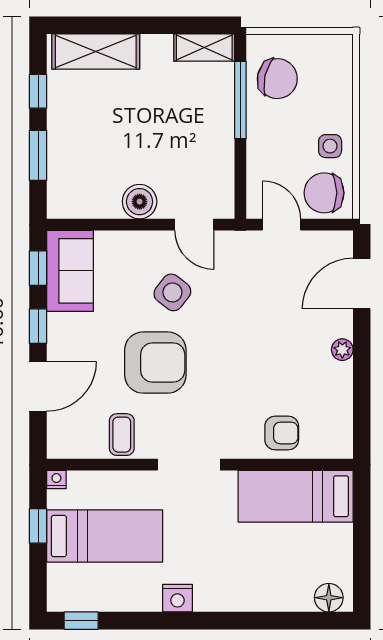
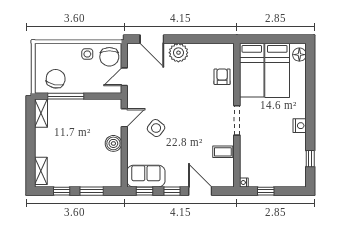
shelving: (96, 51) -> (41, 171), width x0.67, depth x0.75
plant: (342, 350) -> (178, 53), width x1.87, depth x1.87
armchair: (155, 363) -> (189, 136), removed
bed: (105, 536) -> (277, 70), moved, turned 180
window: (81, 621) -> (310, 159), moved

